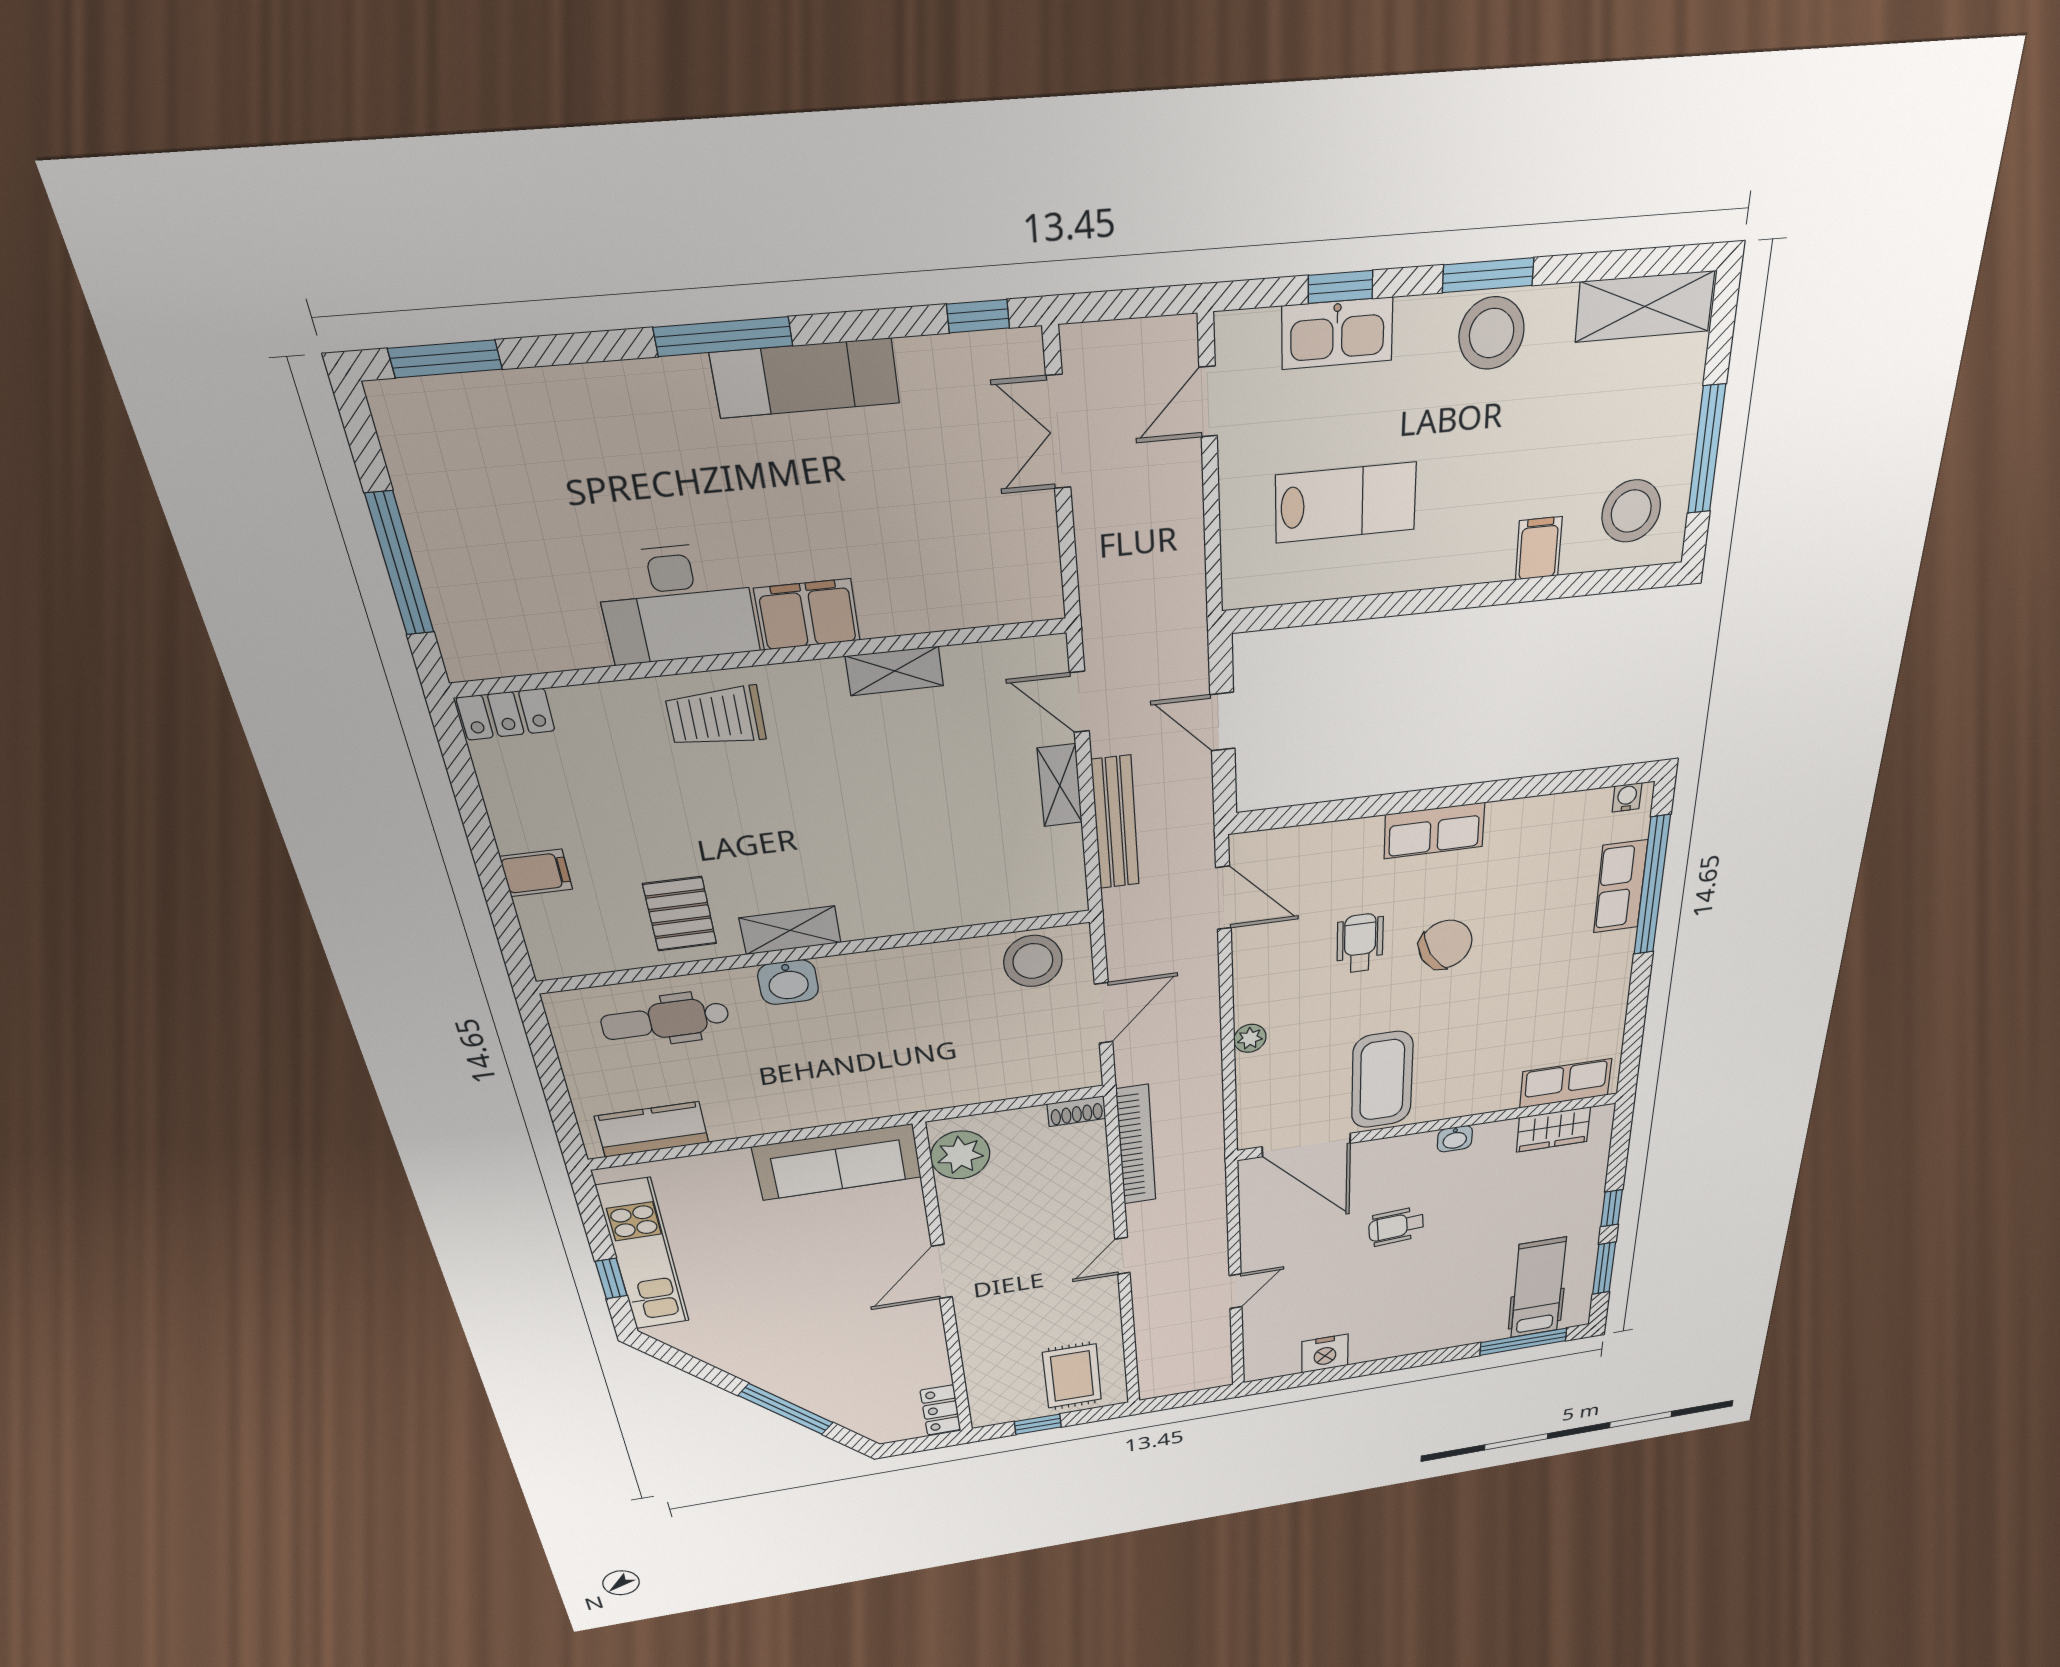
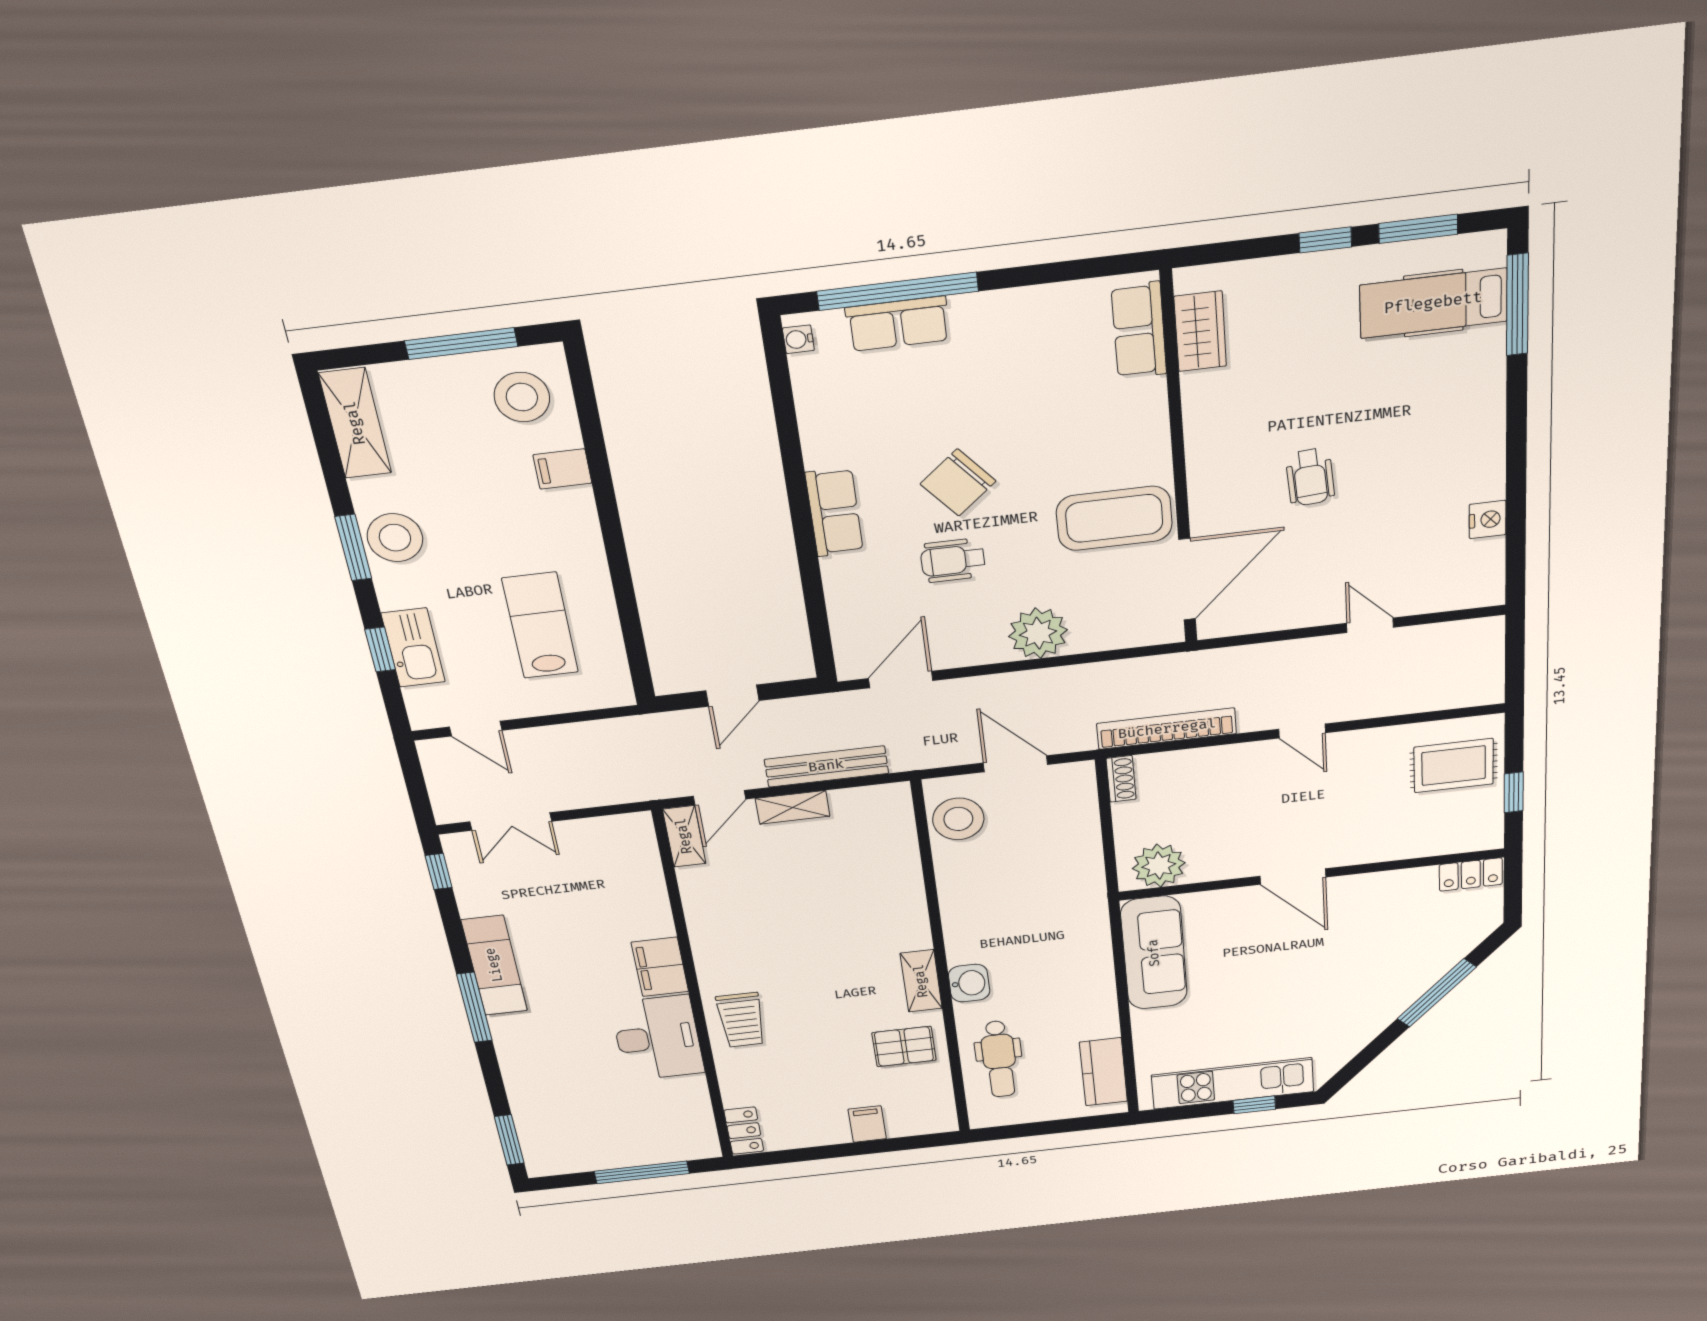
shelving: (895, 671) -> (684, 836), moved
chair: (1446, 944) -> (958, 483), turned -101
plant: (1250, 1038) -> (1038, 633), width x1.88, depth x1.88
washbasin: (1455, 1139) -> (1199, 435), removed
nightstand: (1325, 1353) -> (1488, 519), width x0.74, depth x0.75

